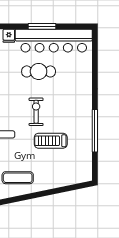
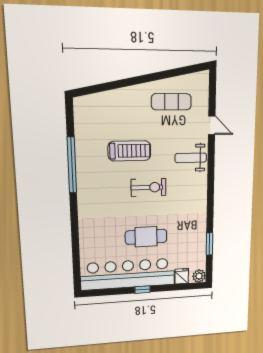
window: (42, 26) -> (143, 290), width x0.46
exercise bike: (36, 112) -> (149, 187), turned -90

